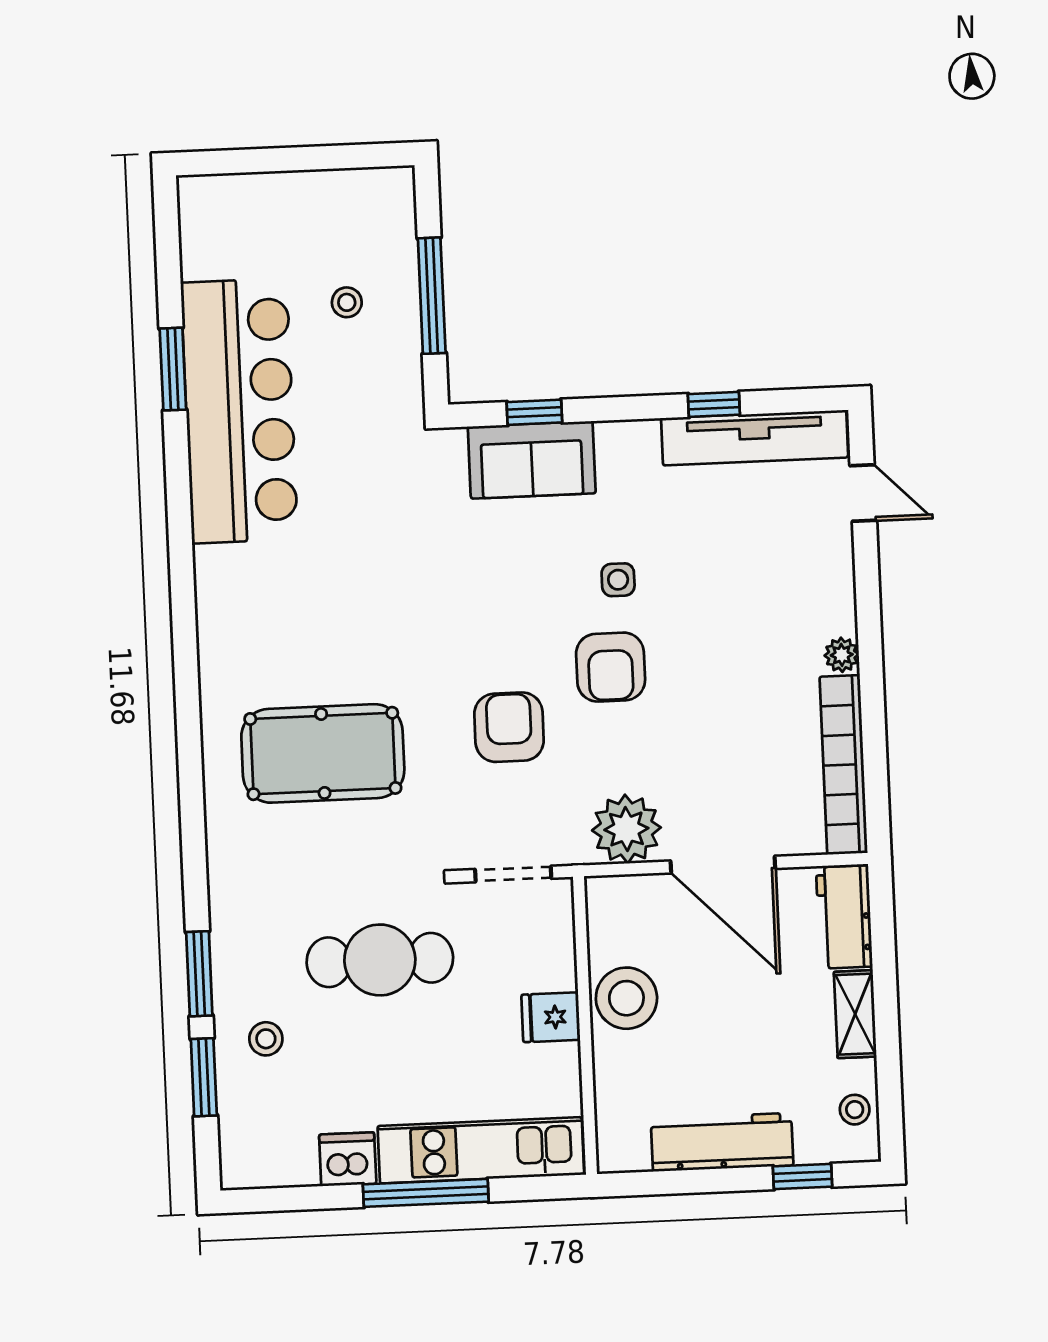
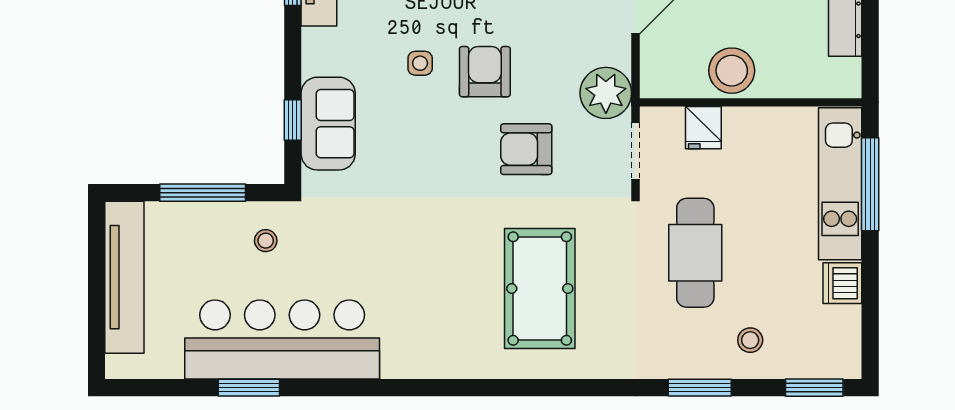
tv unit: (314, 196) -> (124, 277), added
stool: (347, 302) -> (266, 241), moved
armchair: (611, 667) -> (485, 72), turned -90
plant: (626, 829) -> (606, 93), moved
fridge: (551, 1017) -> (703, 128), moved
window: (204, 1077) -> (814, 388), moved
window: (426, 1193) -> (870, 184), moved

